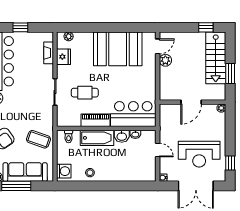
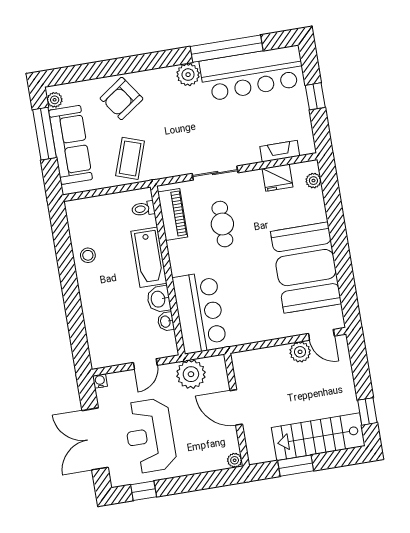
piano: (95, 120) -> (173, 214), moved
plant: (168, 125) -> (191, 374), added
washing machine: (64, 171) -> (83, 210), removed

